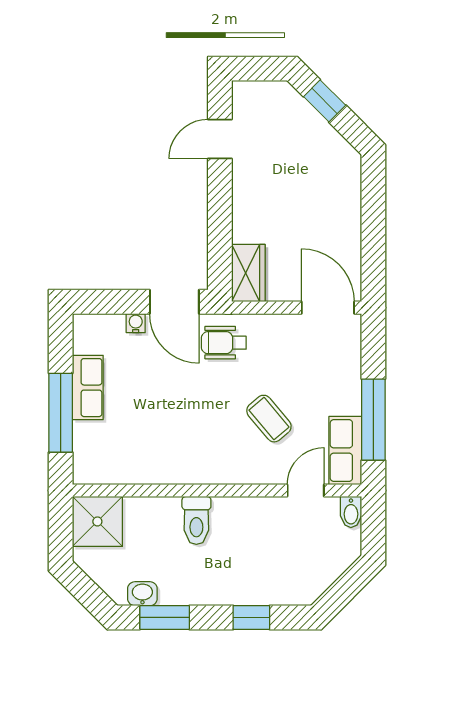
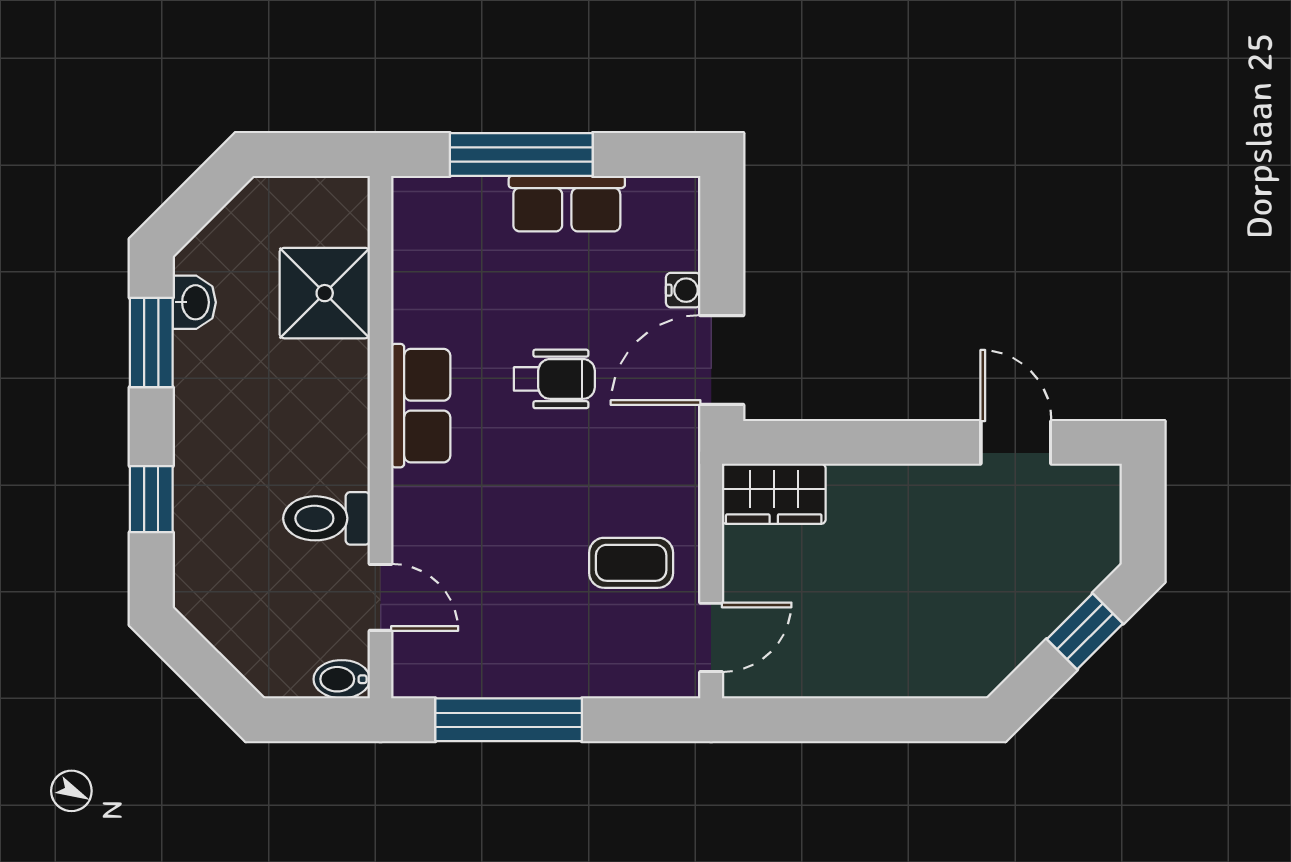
door: (328, 308) -> (711, 637), width x0.73
wheelchair: (224, 343) -> (554, 379), moved, turned 90
coffee table: (269, 419) -> (631, 563), moved, turned 40
row of seats: (345, 451) -> (421, 406), moved, turned 90
toilet: (196, 520) -> (327, 518), moved
shower: (97, 521) -> (325, 293), moved

